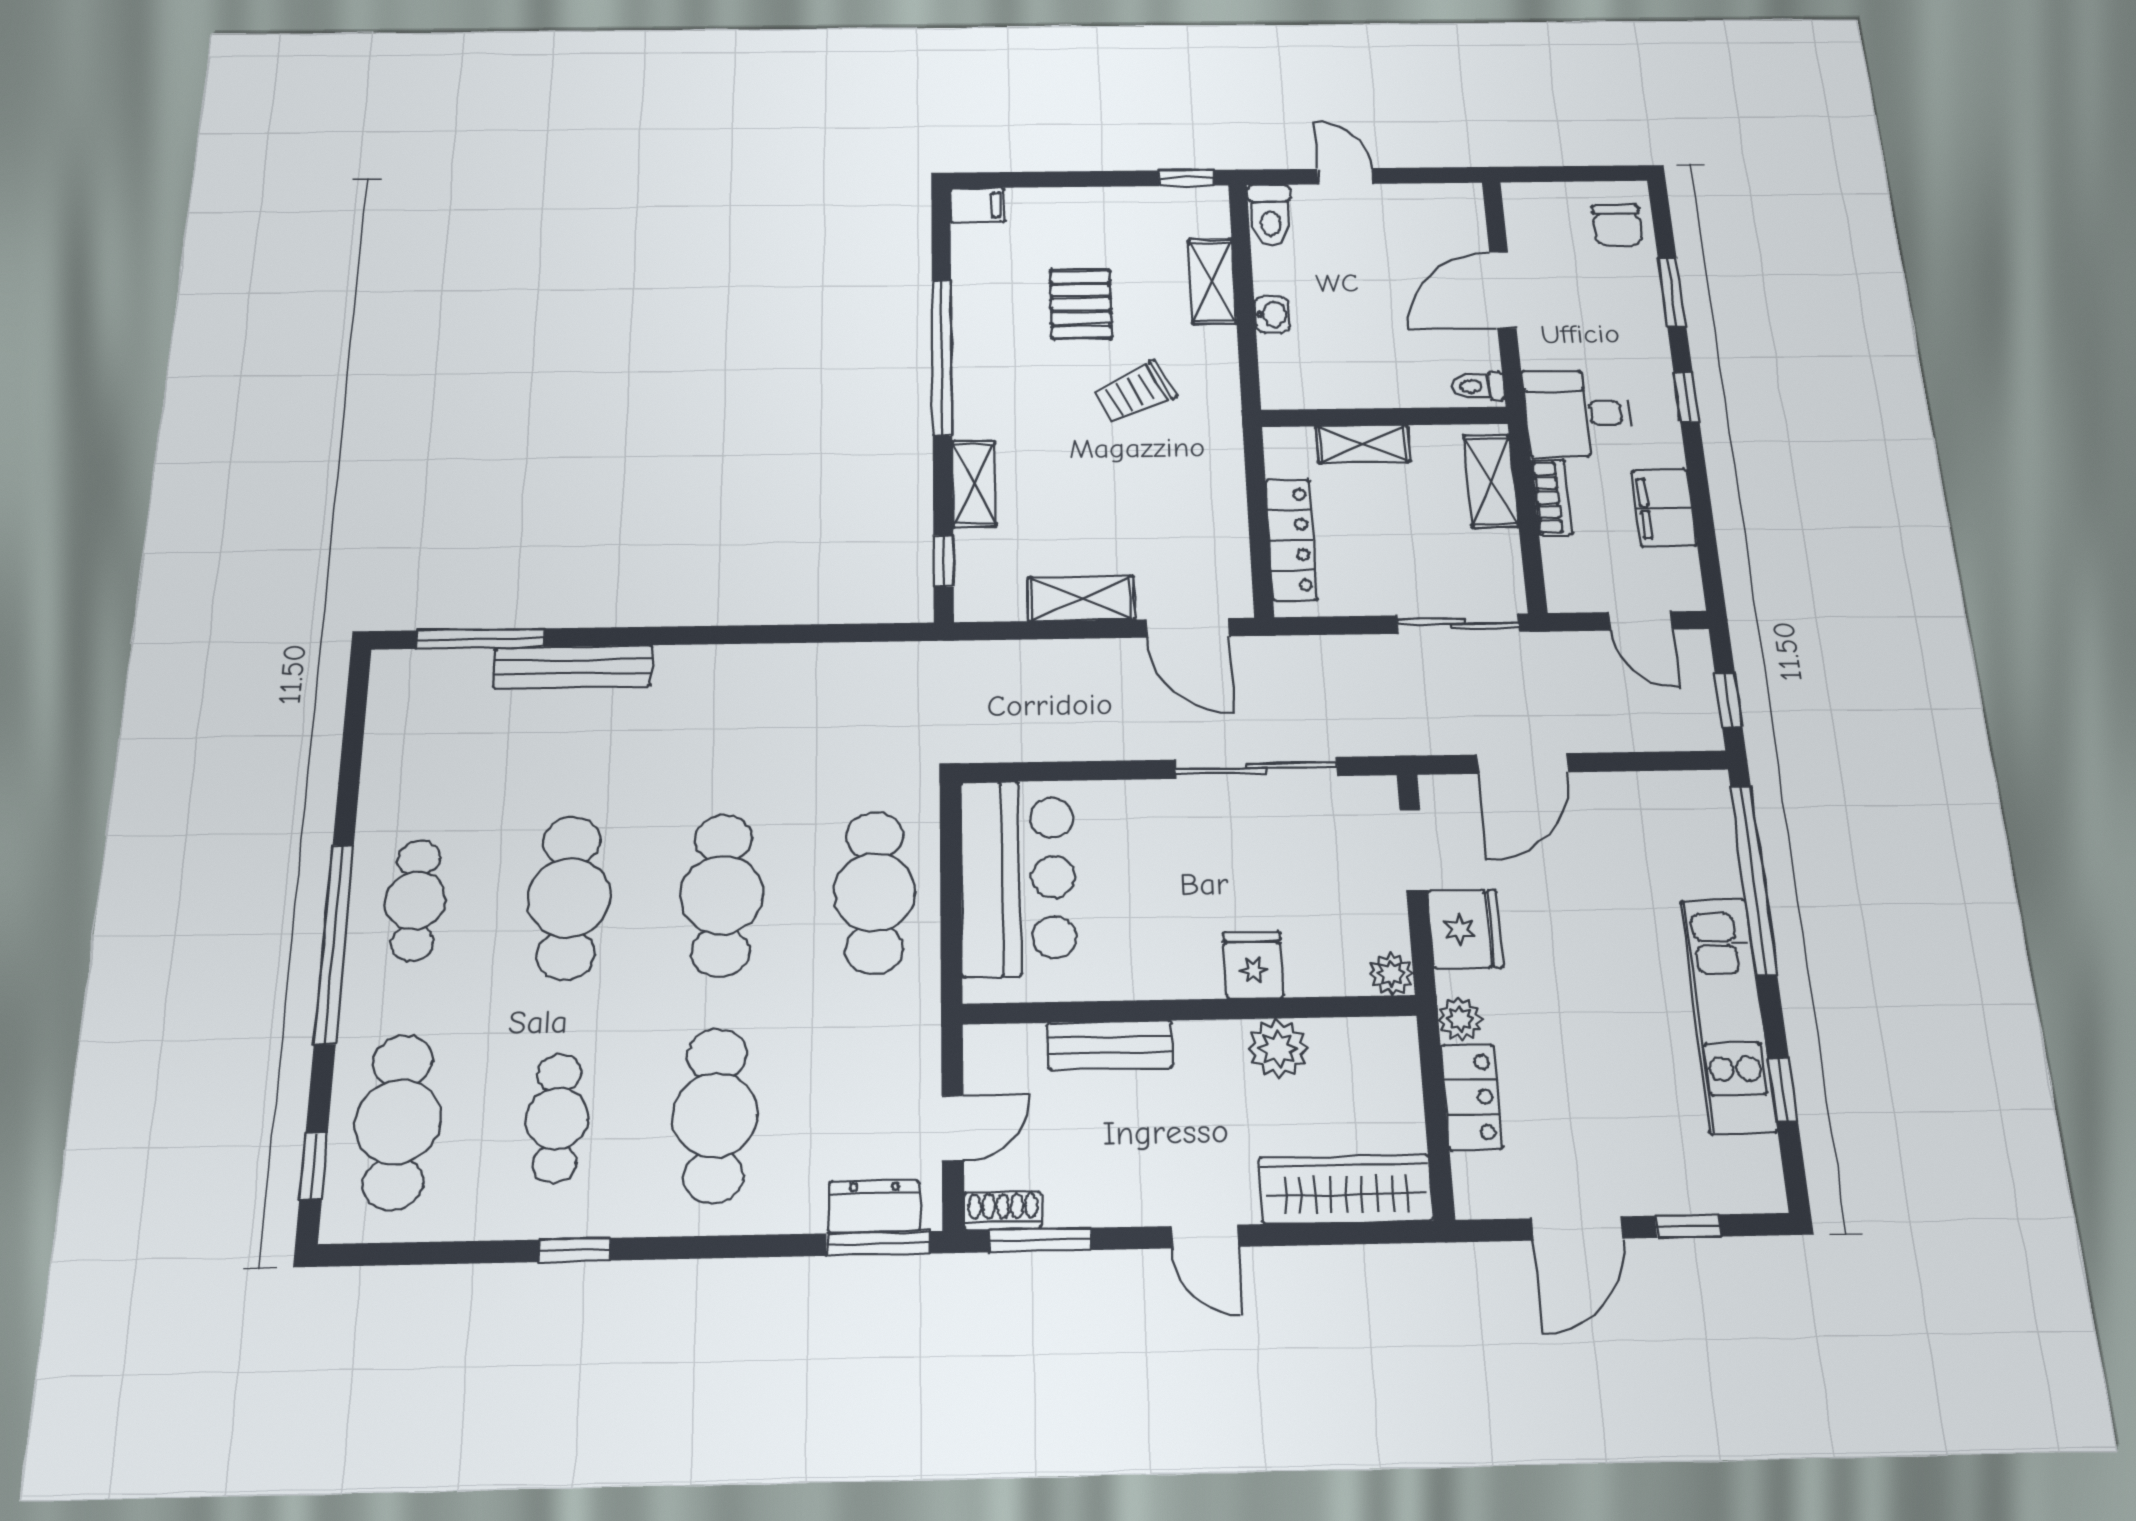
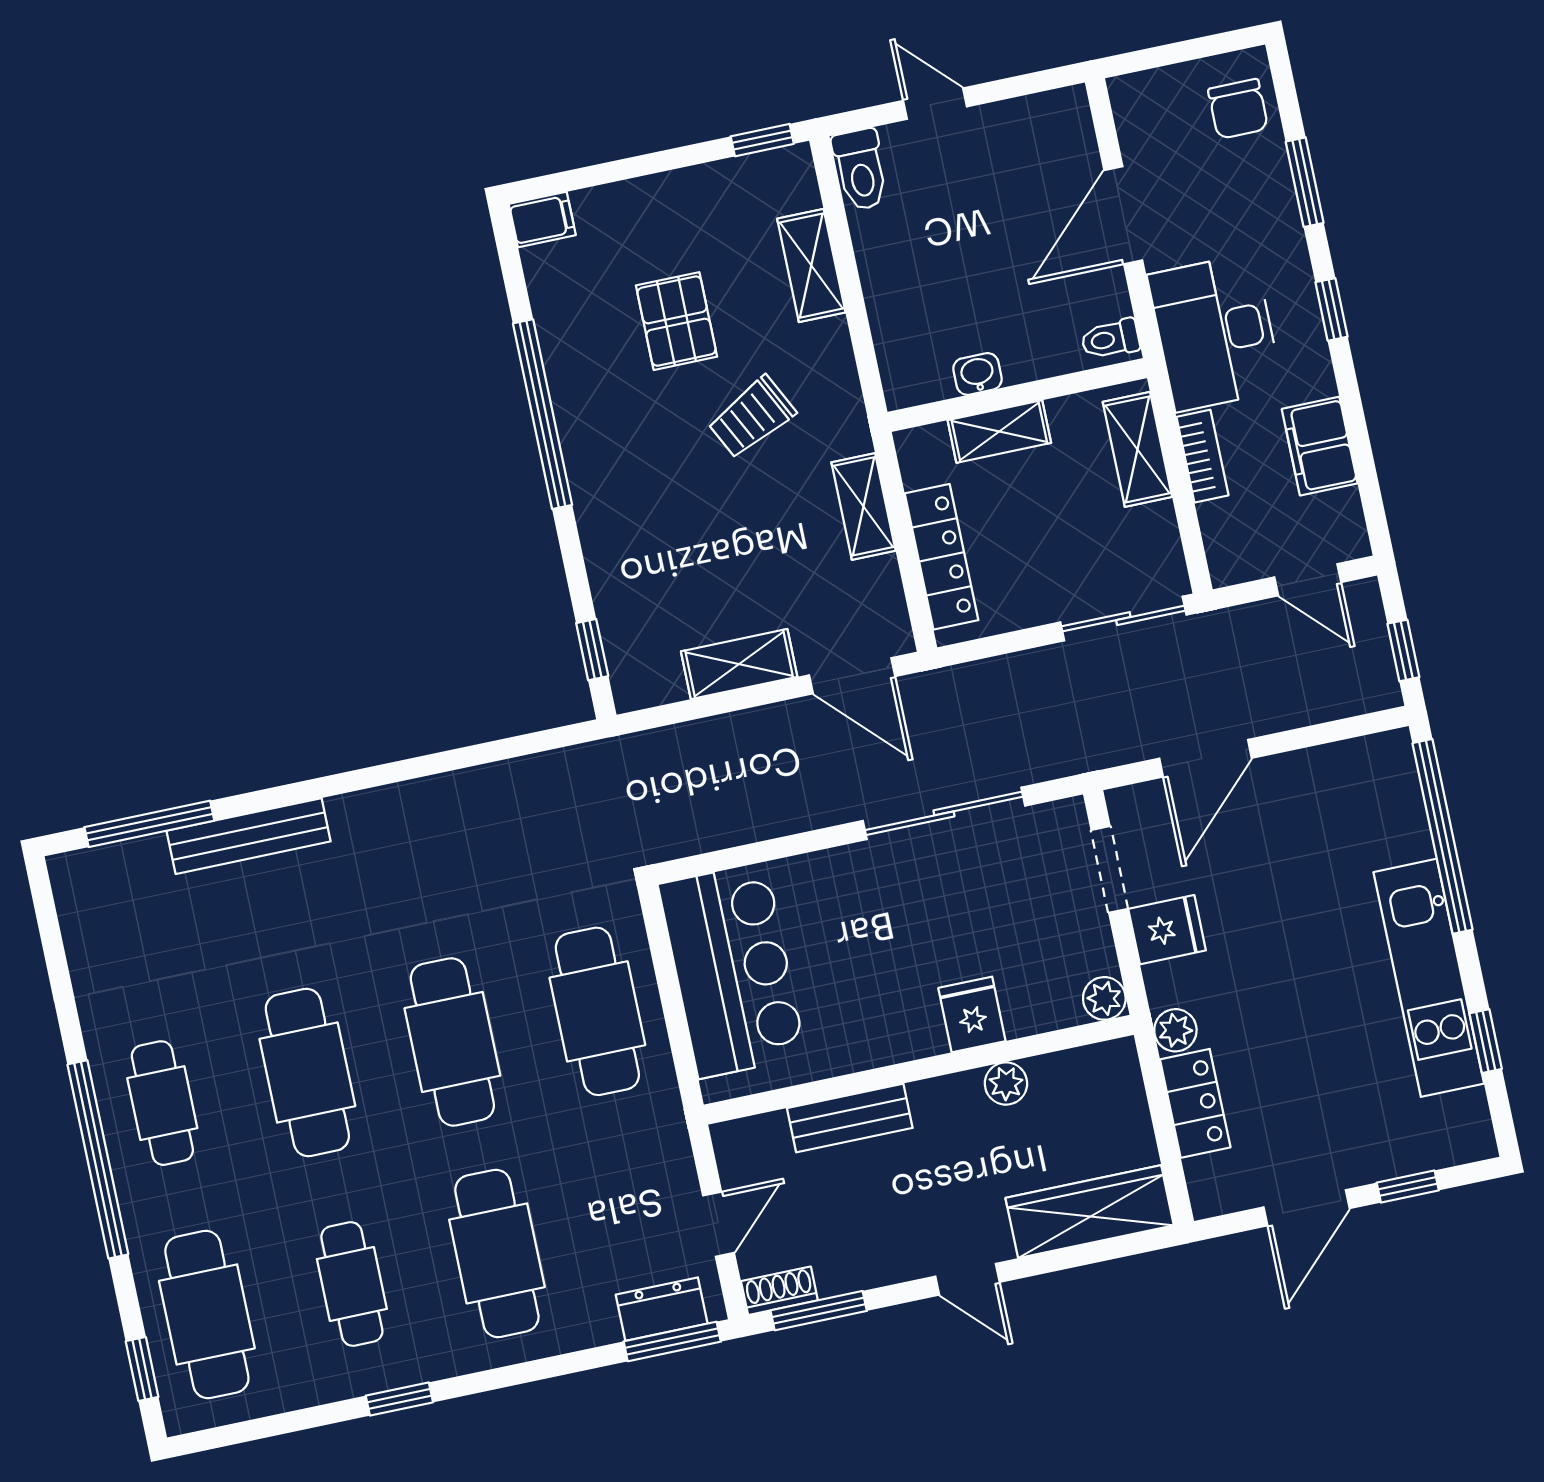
washbasin: (1272, 314) -> (977, 374), moved, turned -90
desk: (1578, 413) -> (1215, 333), width x1.37
shelving: (974, 484) -> (864, 506), moved
fridge: (1465, 929) -> (1167, 930), width x0.72
plant: (1278, 1048) -> (1006, 1083), width x0.73, depth x0.73

